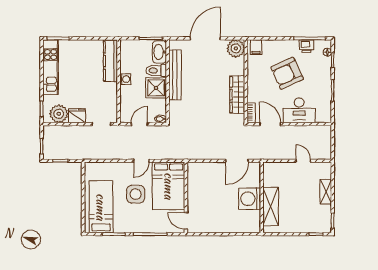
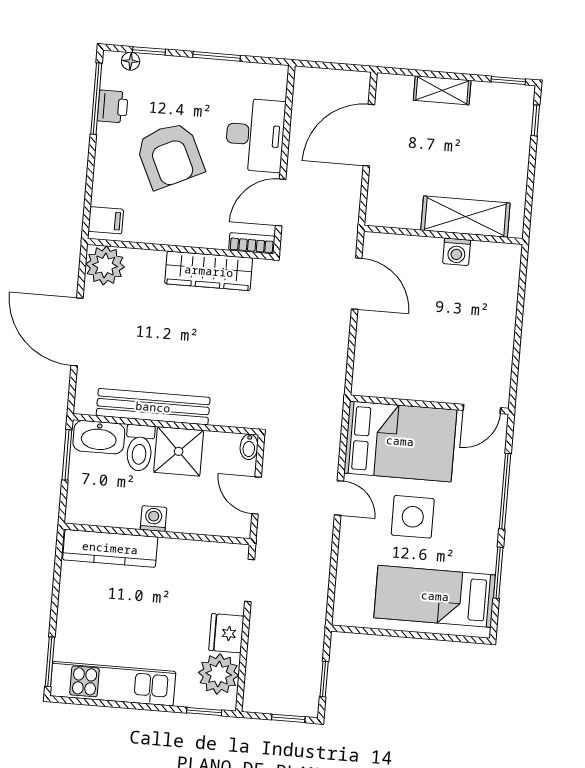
door: (303, 161) -> (369, 135), width x1.87
washing machine: (250, 199) -> (457, 252), width x0.53, depth x0.53

